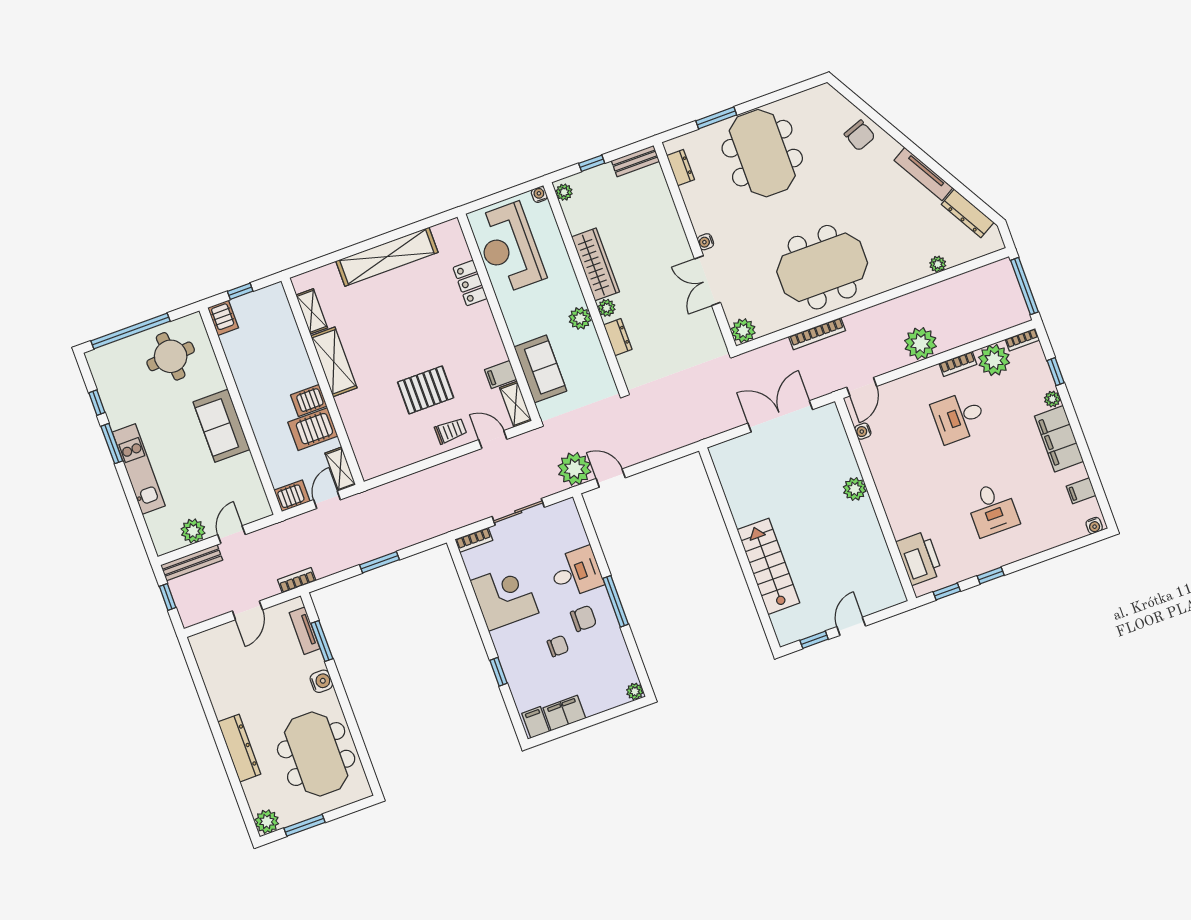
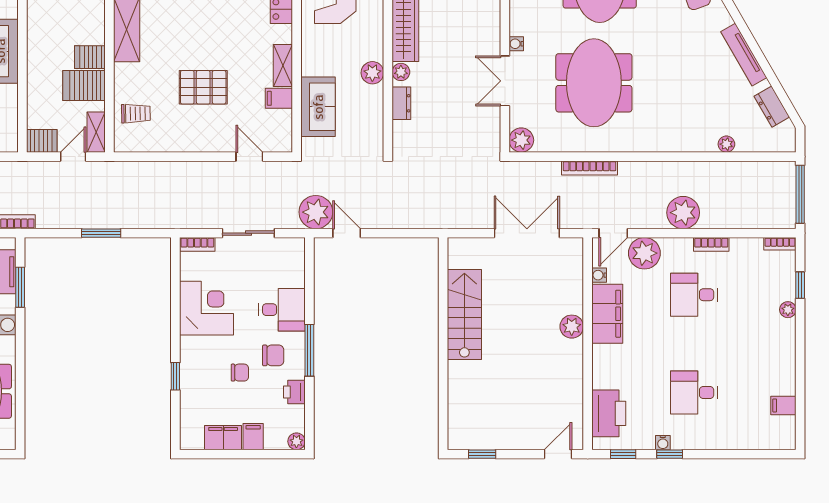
dresser: (968, 213) -> (772, 107), width x0.70
meeting table: (822, 267) -> (594, 83), moved, turned 90
plant: (994, 360) -> (644, 253), moved
shelving: (516, 404) -> (283, 65), moved
trolley: (451, 431) -> (136, 114), moved
filing cabinet: (1059, 439) -> (607, 314), moved, turned 180
desk: (992, 509) -> (694, 393), turned 90
water cooler: (1094, 526) -> (663, 443), moved
stairs: (768, 566) -> (464, 315), moved
door: (851, 626) -> (558, 454), moved
printer: (616, 646) -> (294, 392), added
filing cabinet: (536, 722) -> (253, 437), moved

